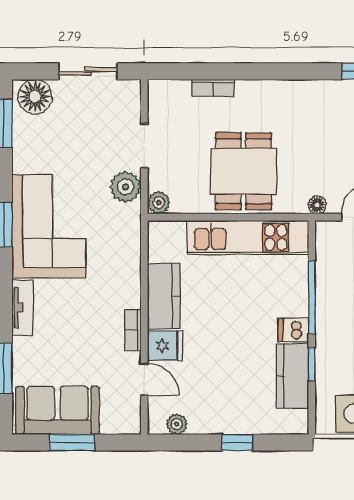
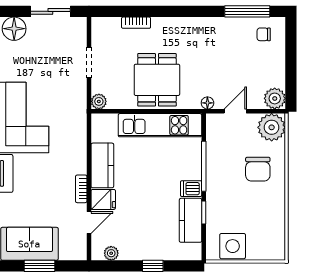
plant: (126, 187) -> (76, 91), removed
door: (144, 379) -> (89, 223), hinge flipped

